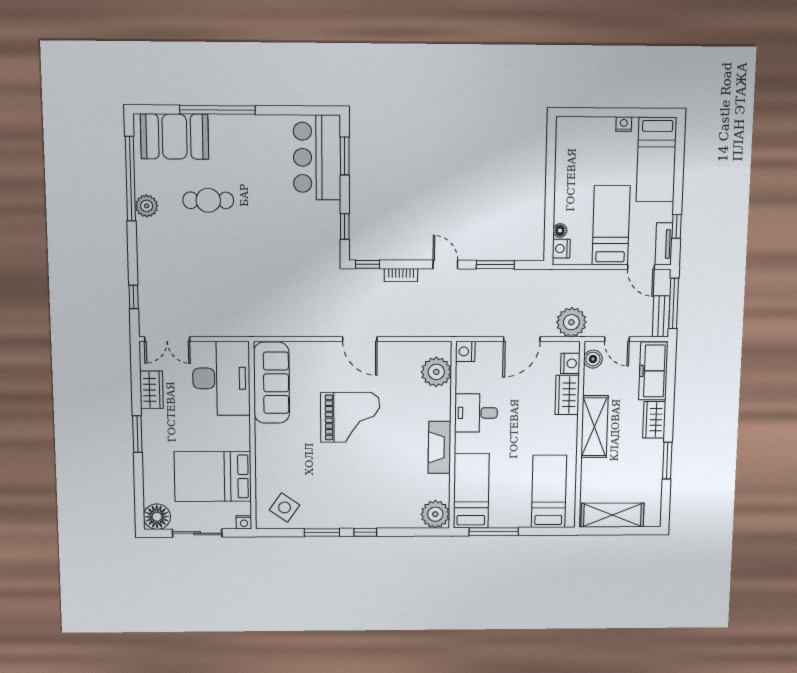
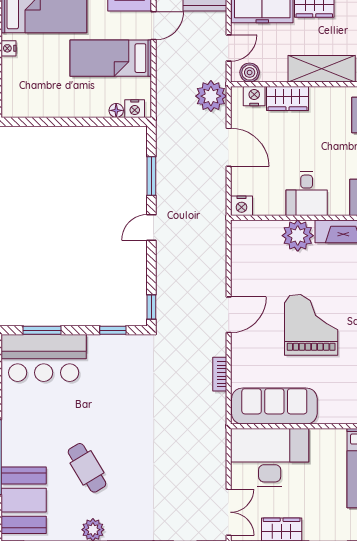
cafe table: (208, 200) -> (87, 468), turned -31
bookcase: (401, 275) -> (220, 374), moved, turned 180
plant: (436, 372) -> (298, 236), moved

